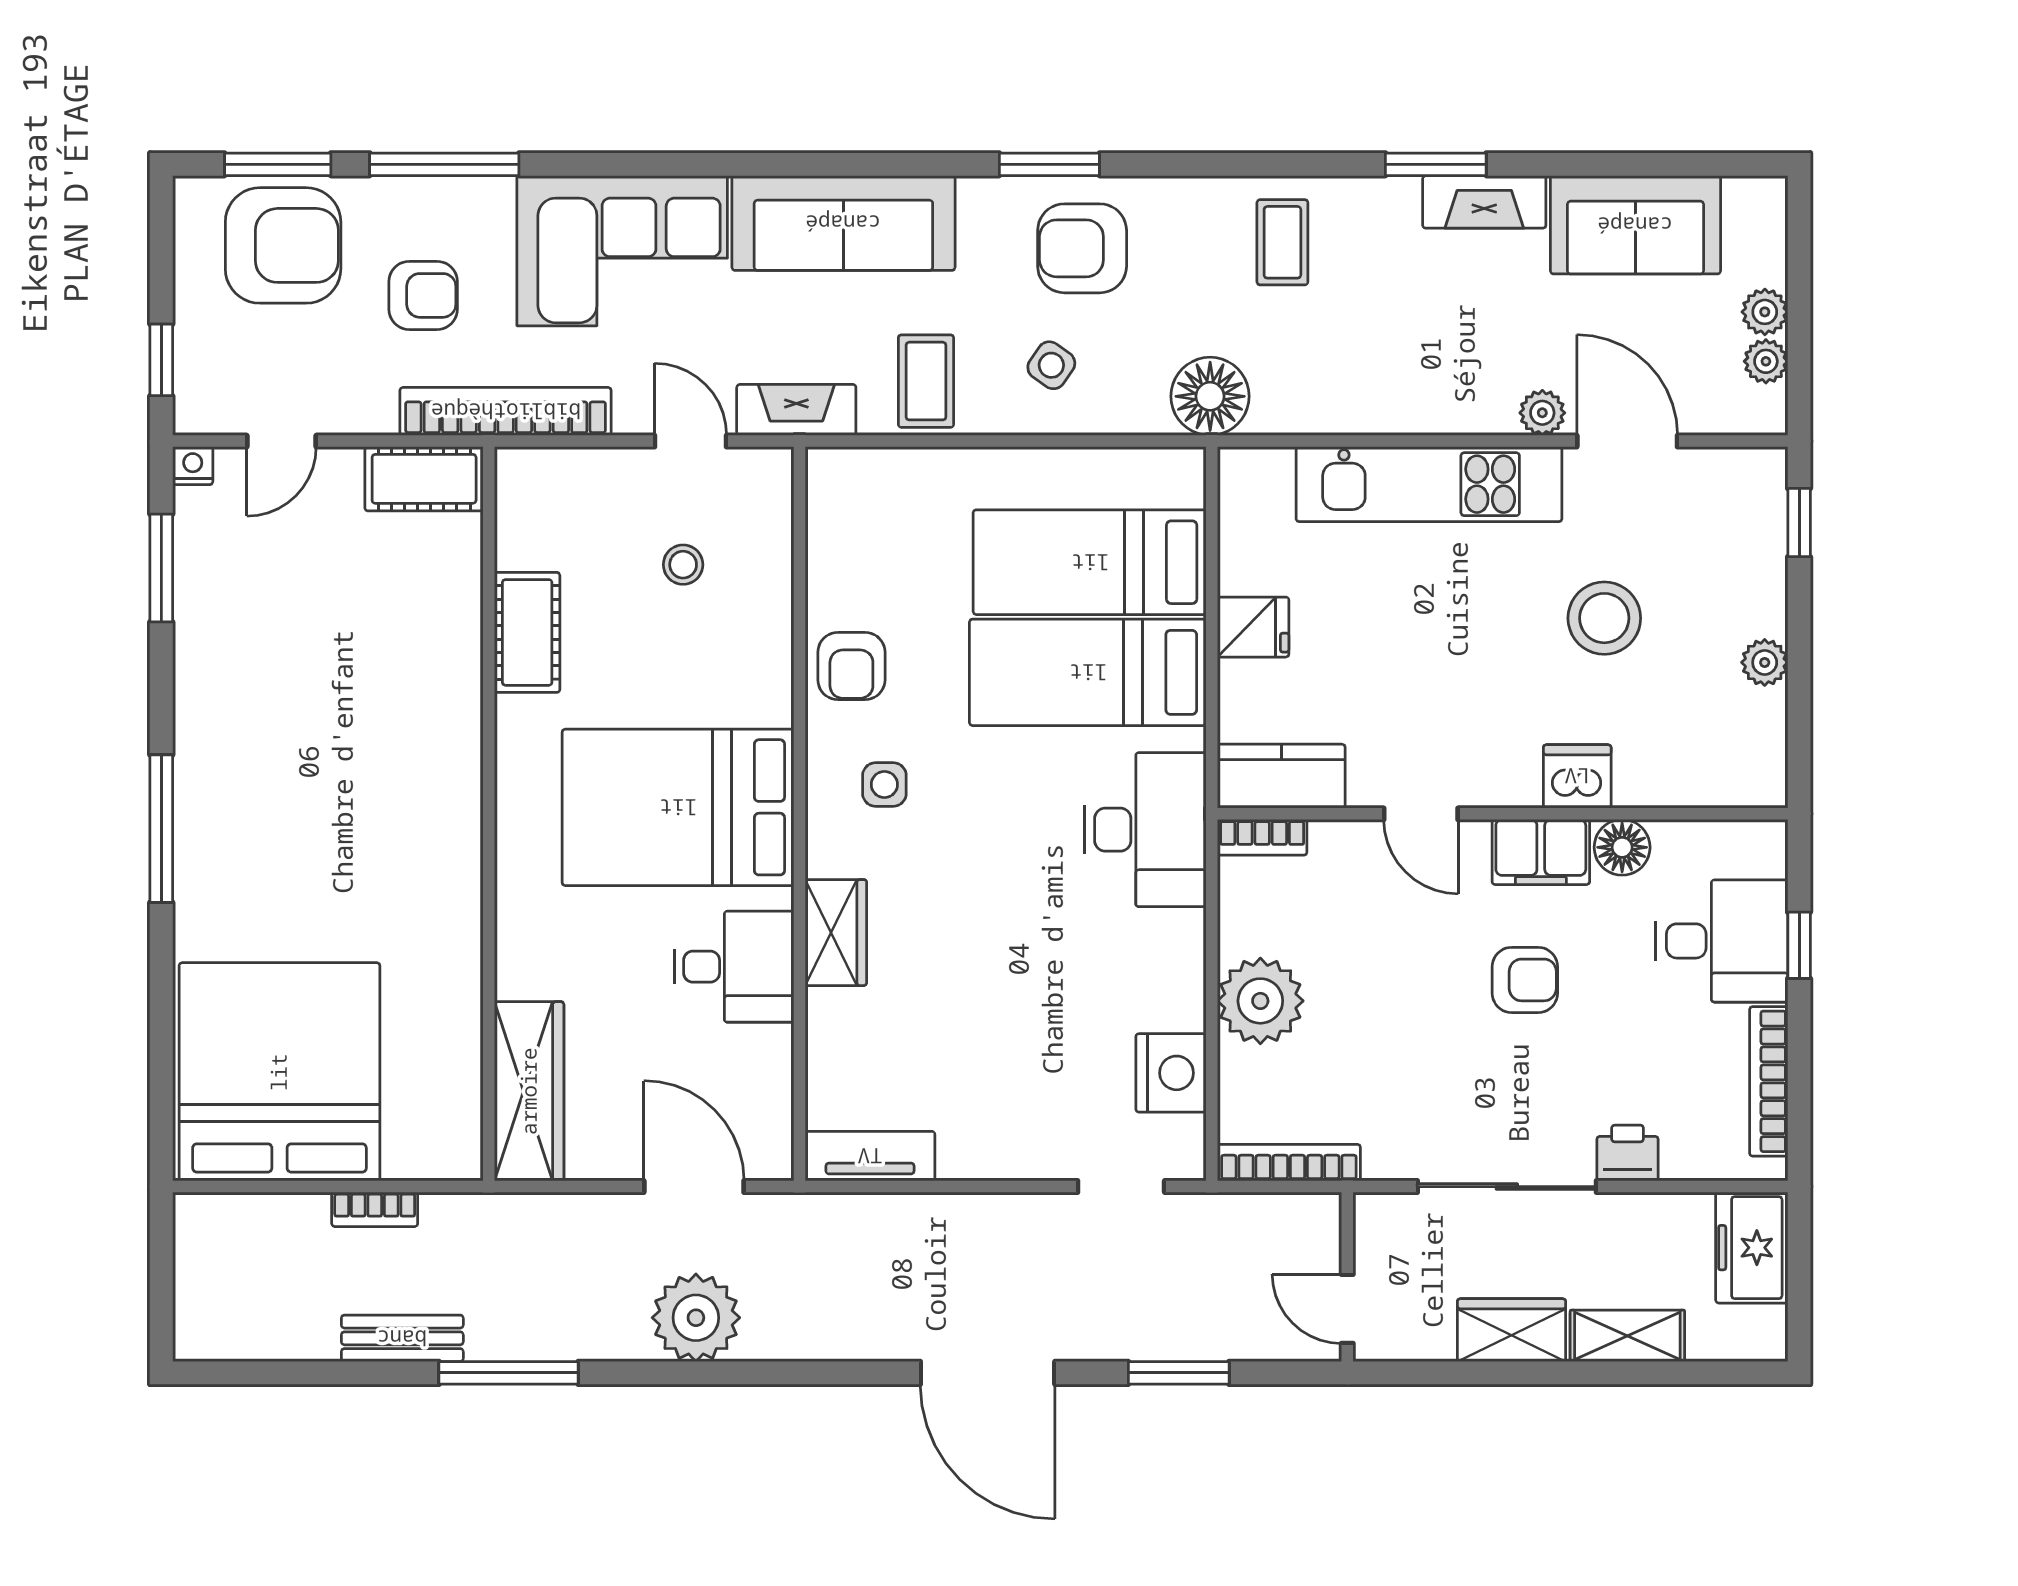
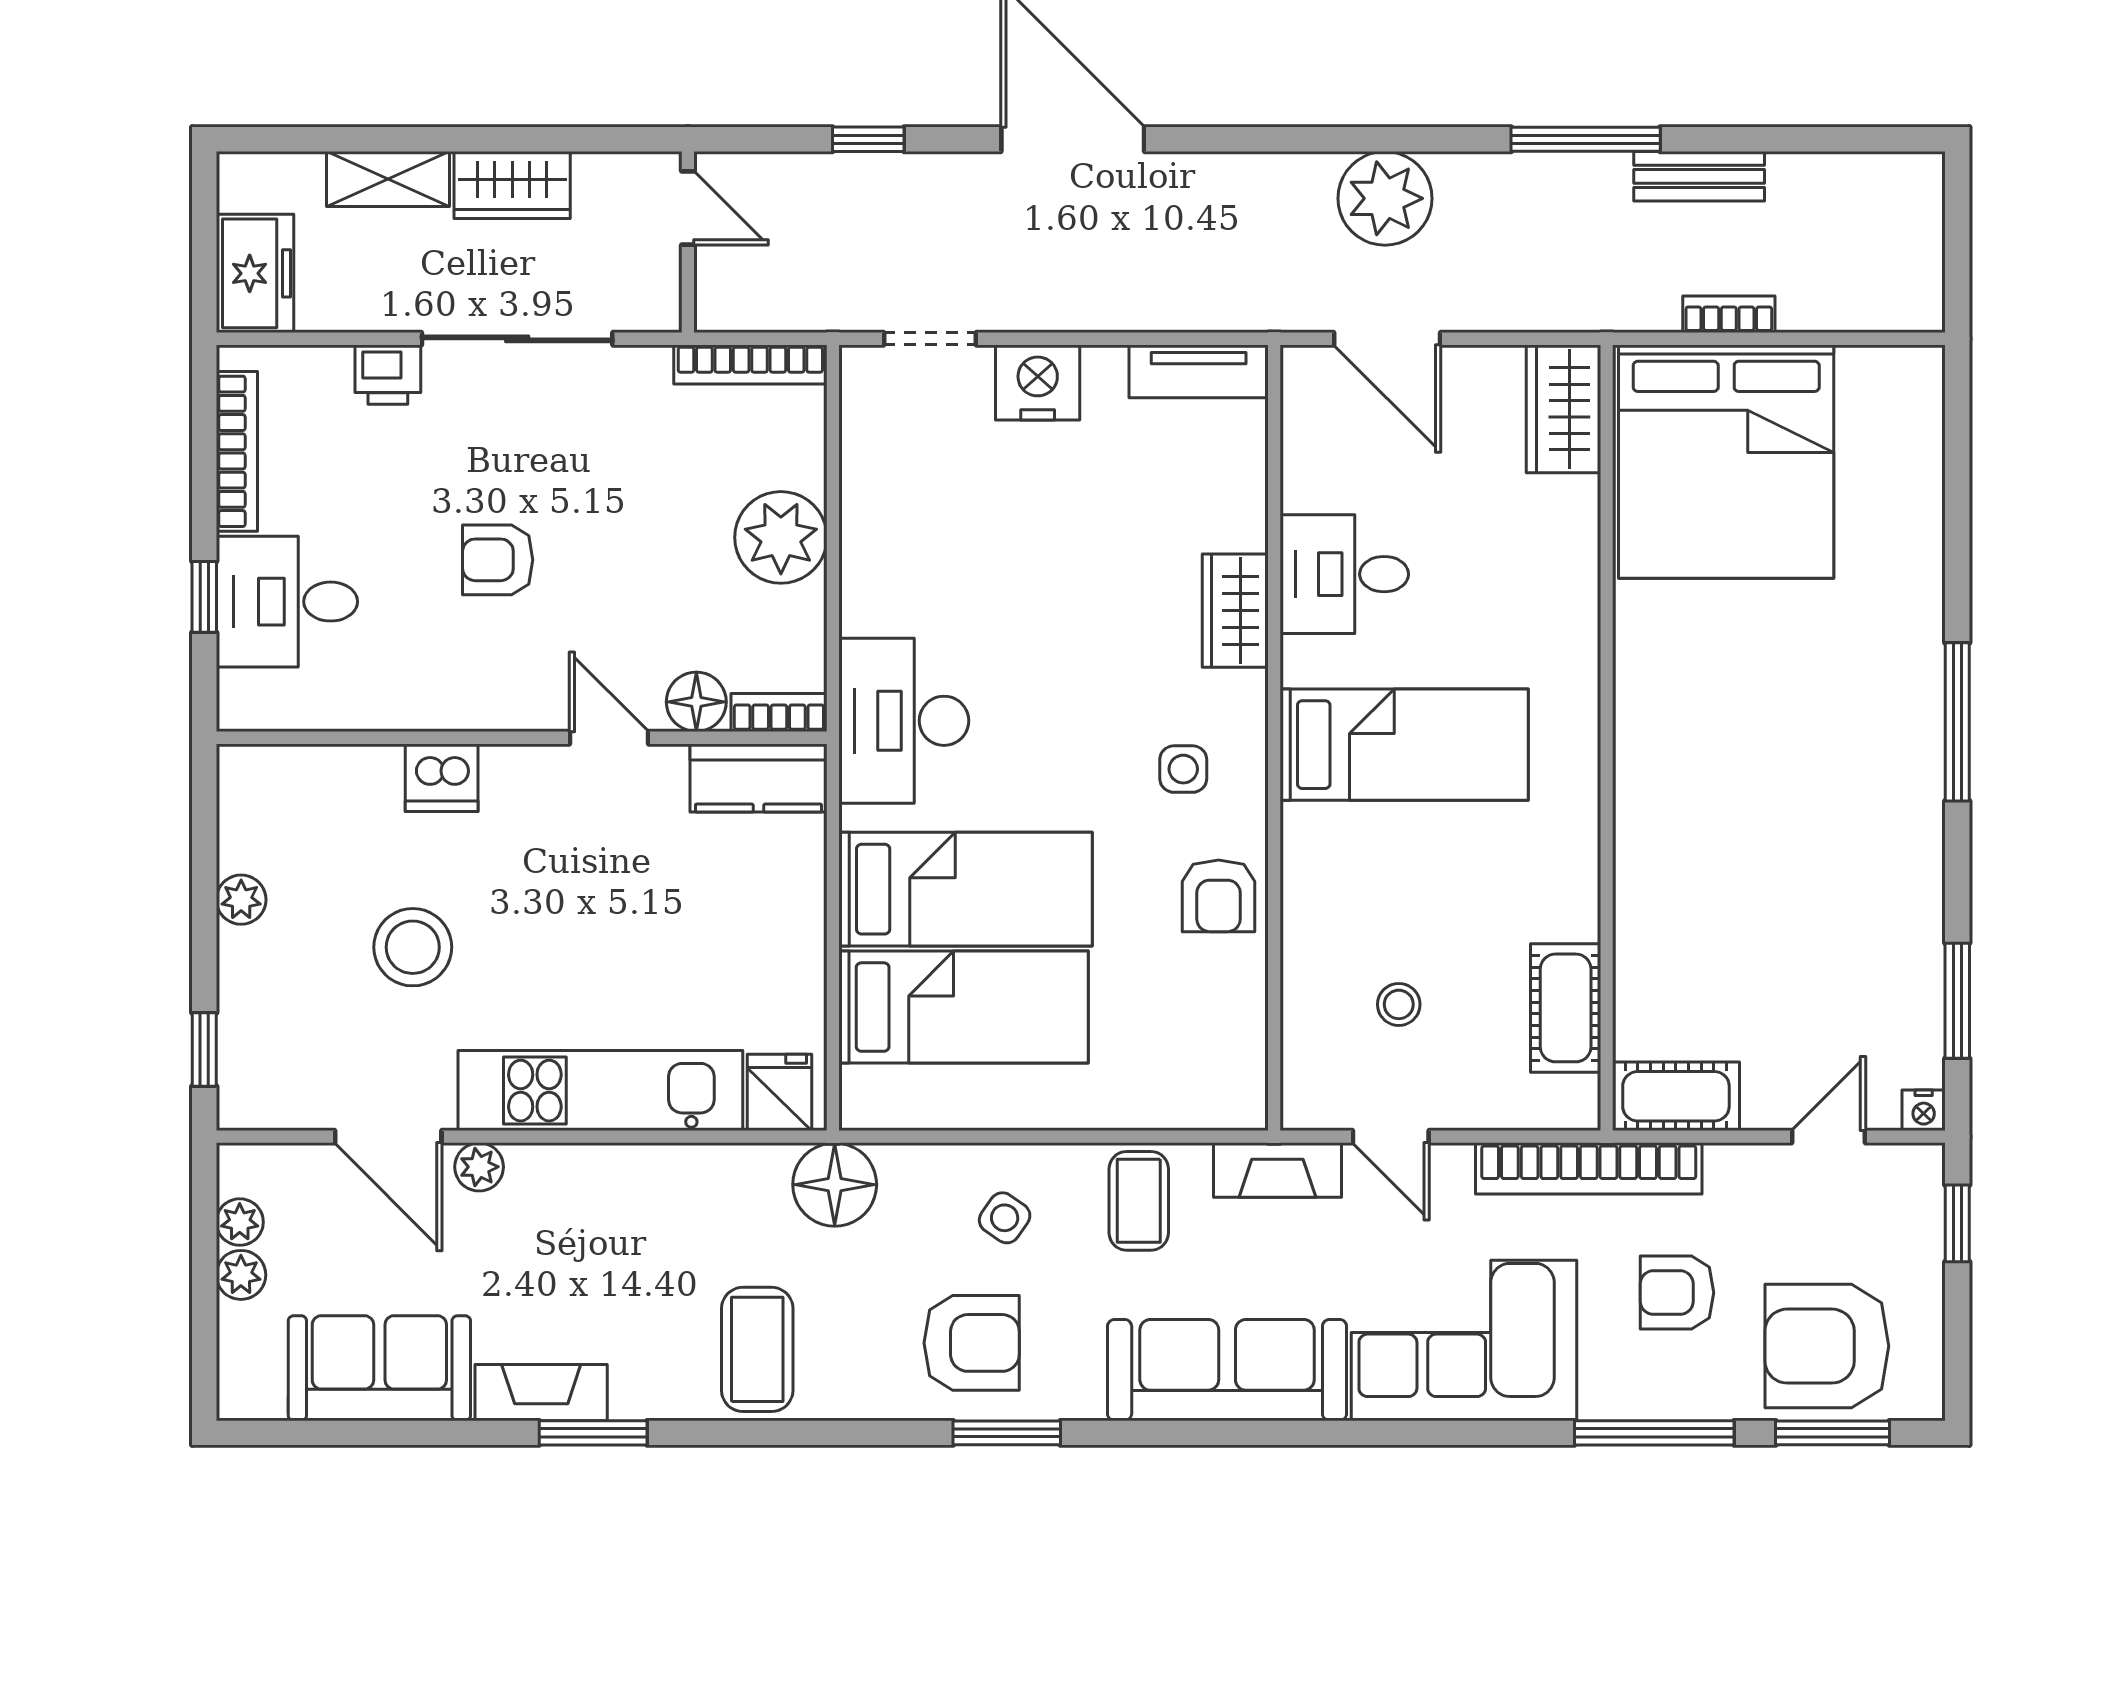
coffee table: (1282, 242) -> (757, 1349), width x1.36, depth x1.30
fridge: (1253, 627) -> (780, 1092), moved, turned 90
cot: (527, 632) -> (1566, 1008), moved
armchair: (851, 666) -> (1219, 896), turned 180
bed: (678, 807) -> (1404, 745), width x0.67
floor lamp: (1622, 847) -> (696, 702), moved
filing cabinet: (1541, 852) -> (481, 697), removed
bed: (279, 1072) -> (1726, 462), moved
nightstand: (1171, 1073) -> (1038, 382), moved, turned 90
wardrobe: (529, 1091) -> (1563, 409), width x0.67
window: (1179, 1373) -> (868, 139), width x0.67

